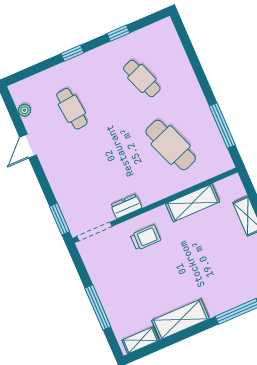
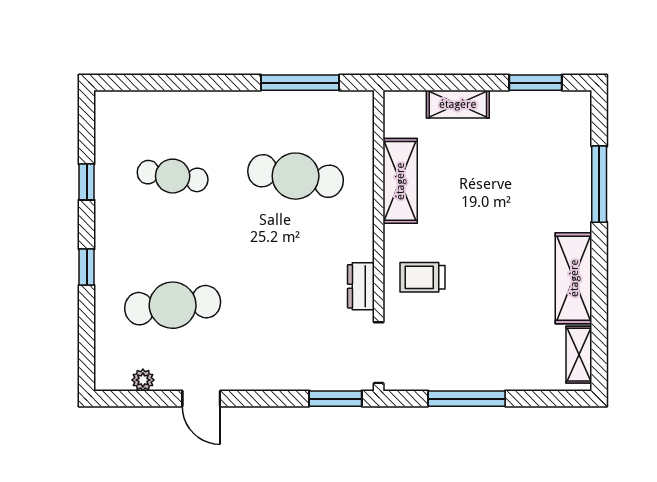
cafe table: (142, 78) -> (173, 176), turned 30
cafe table: (72, 109) -> (173, 305), width x1.37, depth x1.35
cafe table: (171, 145) -> (296, 176), turned 30
trolley: (146, 238) -> (422, 277), turned -90
window: (98, 307) -> (467, 399), moved

